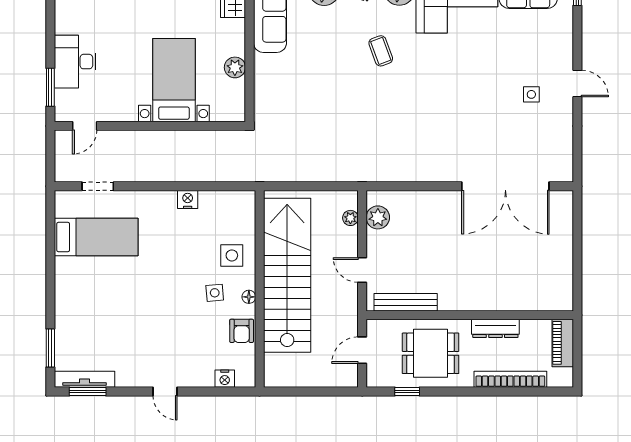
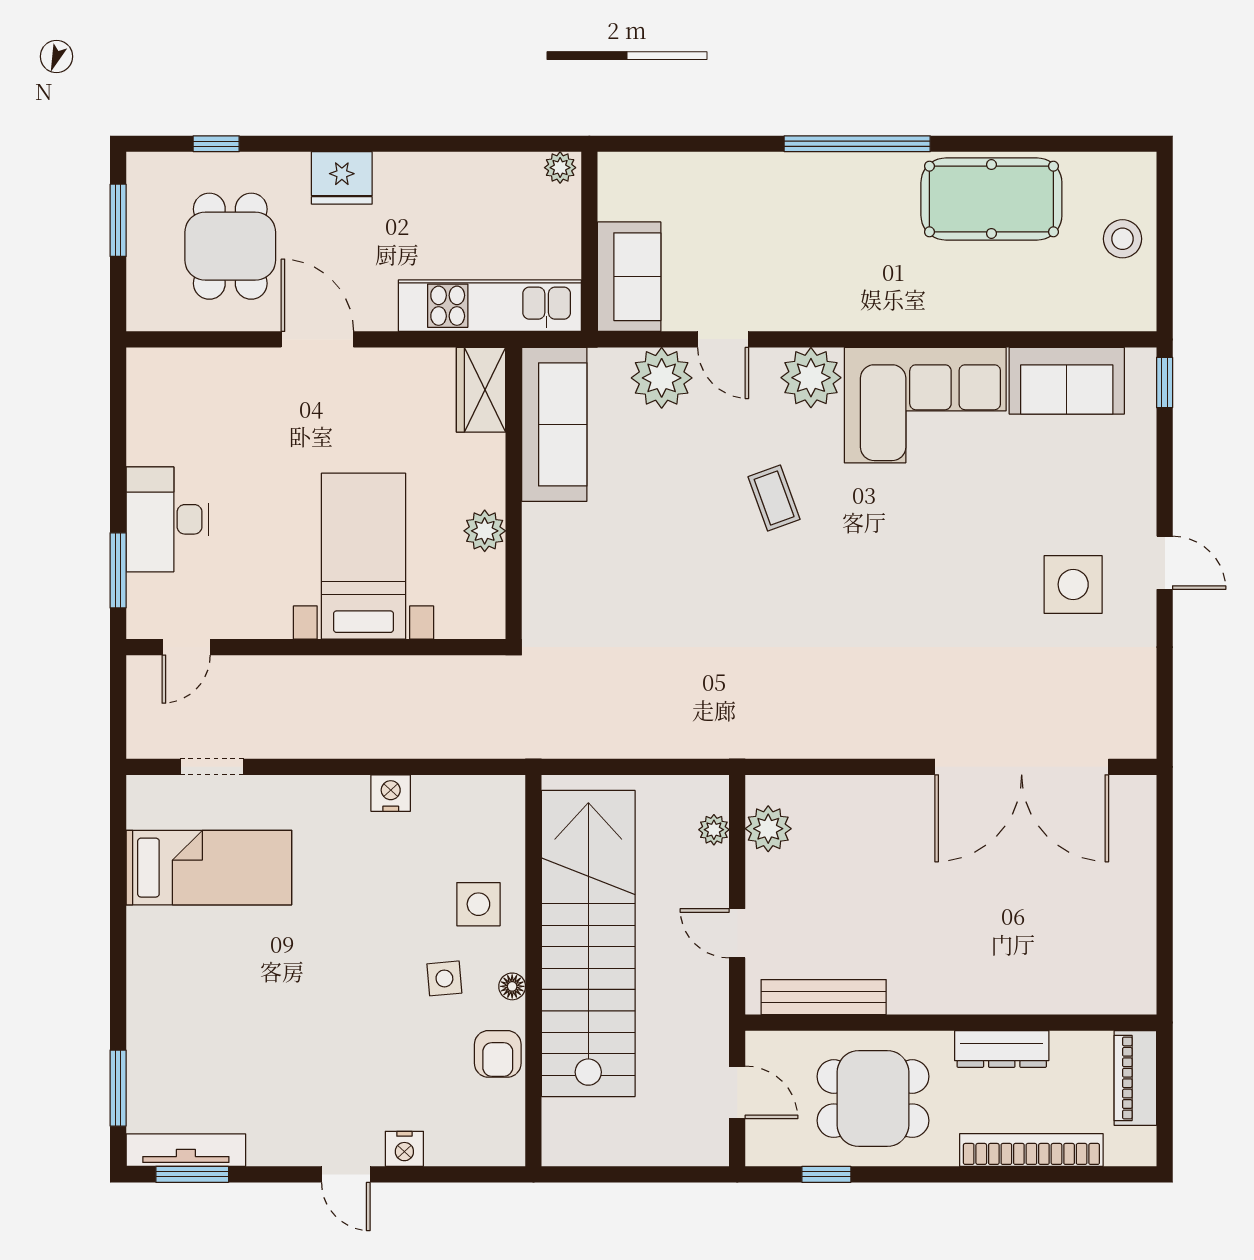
side table: (531, 94) -> (1073, 584), width x1.87, depth x1.87
door: (362, 350) -> (737, 1092), swing flipped
nightstand: (225, 379) -> (404, 1149), moved

